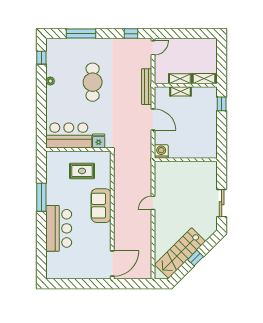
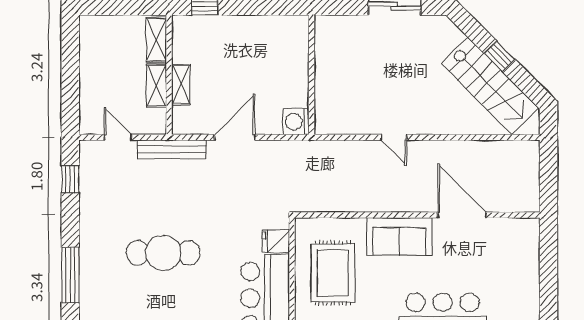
door: (153, 48) -> (118, 137), moved
rug: (82, 171) -> (333, 273), width x1.36, depth x1.43
door: (112, 263) -> (462, 215), moved

